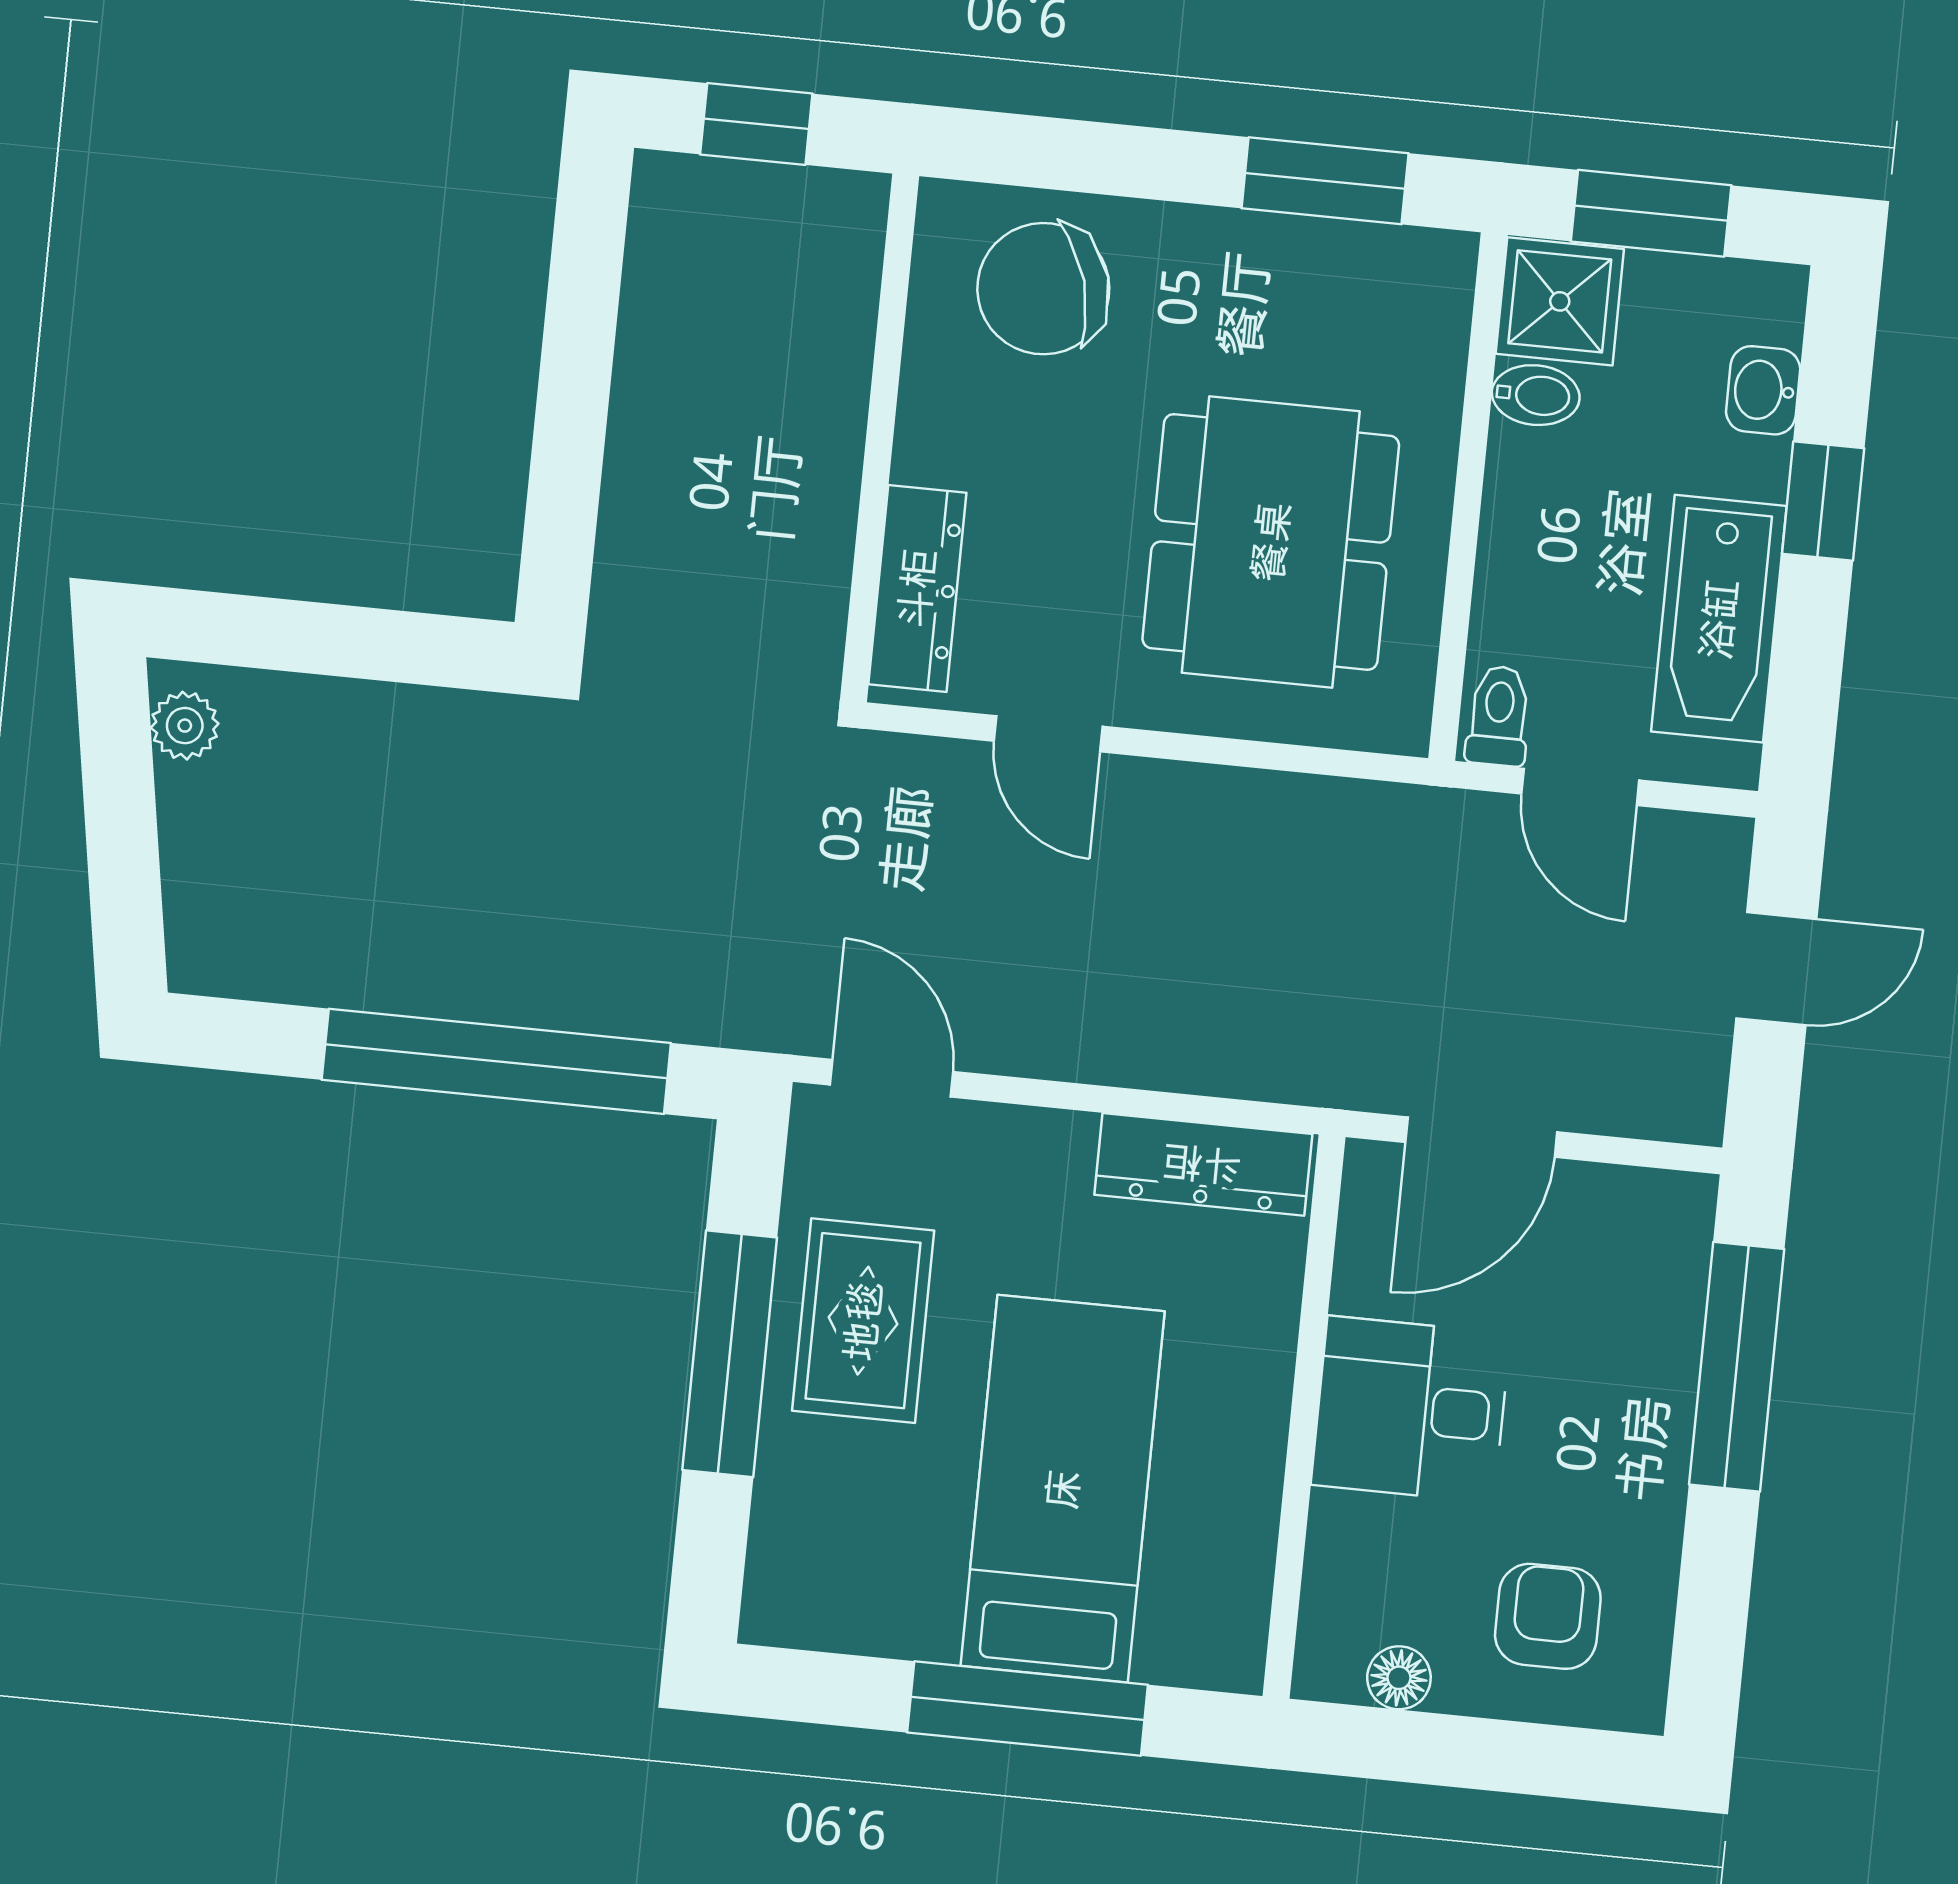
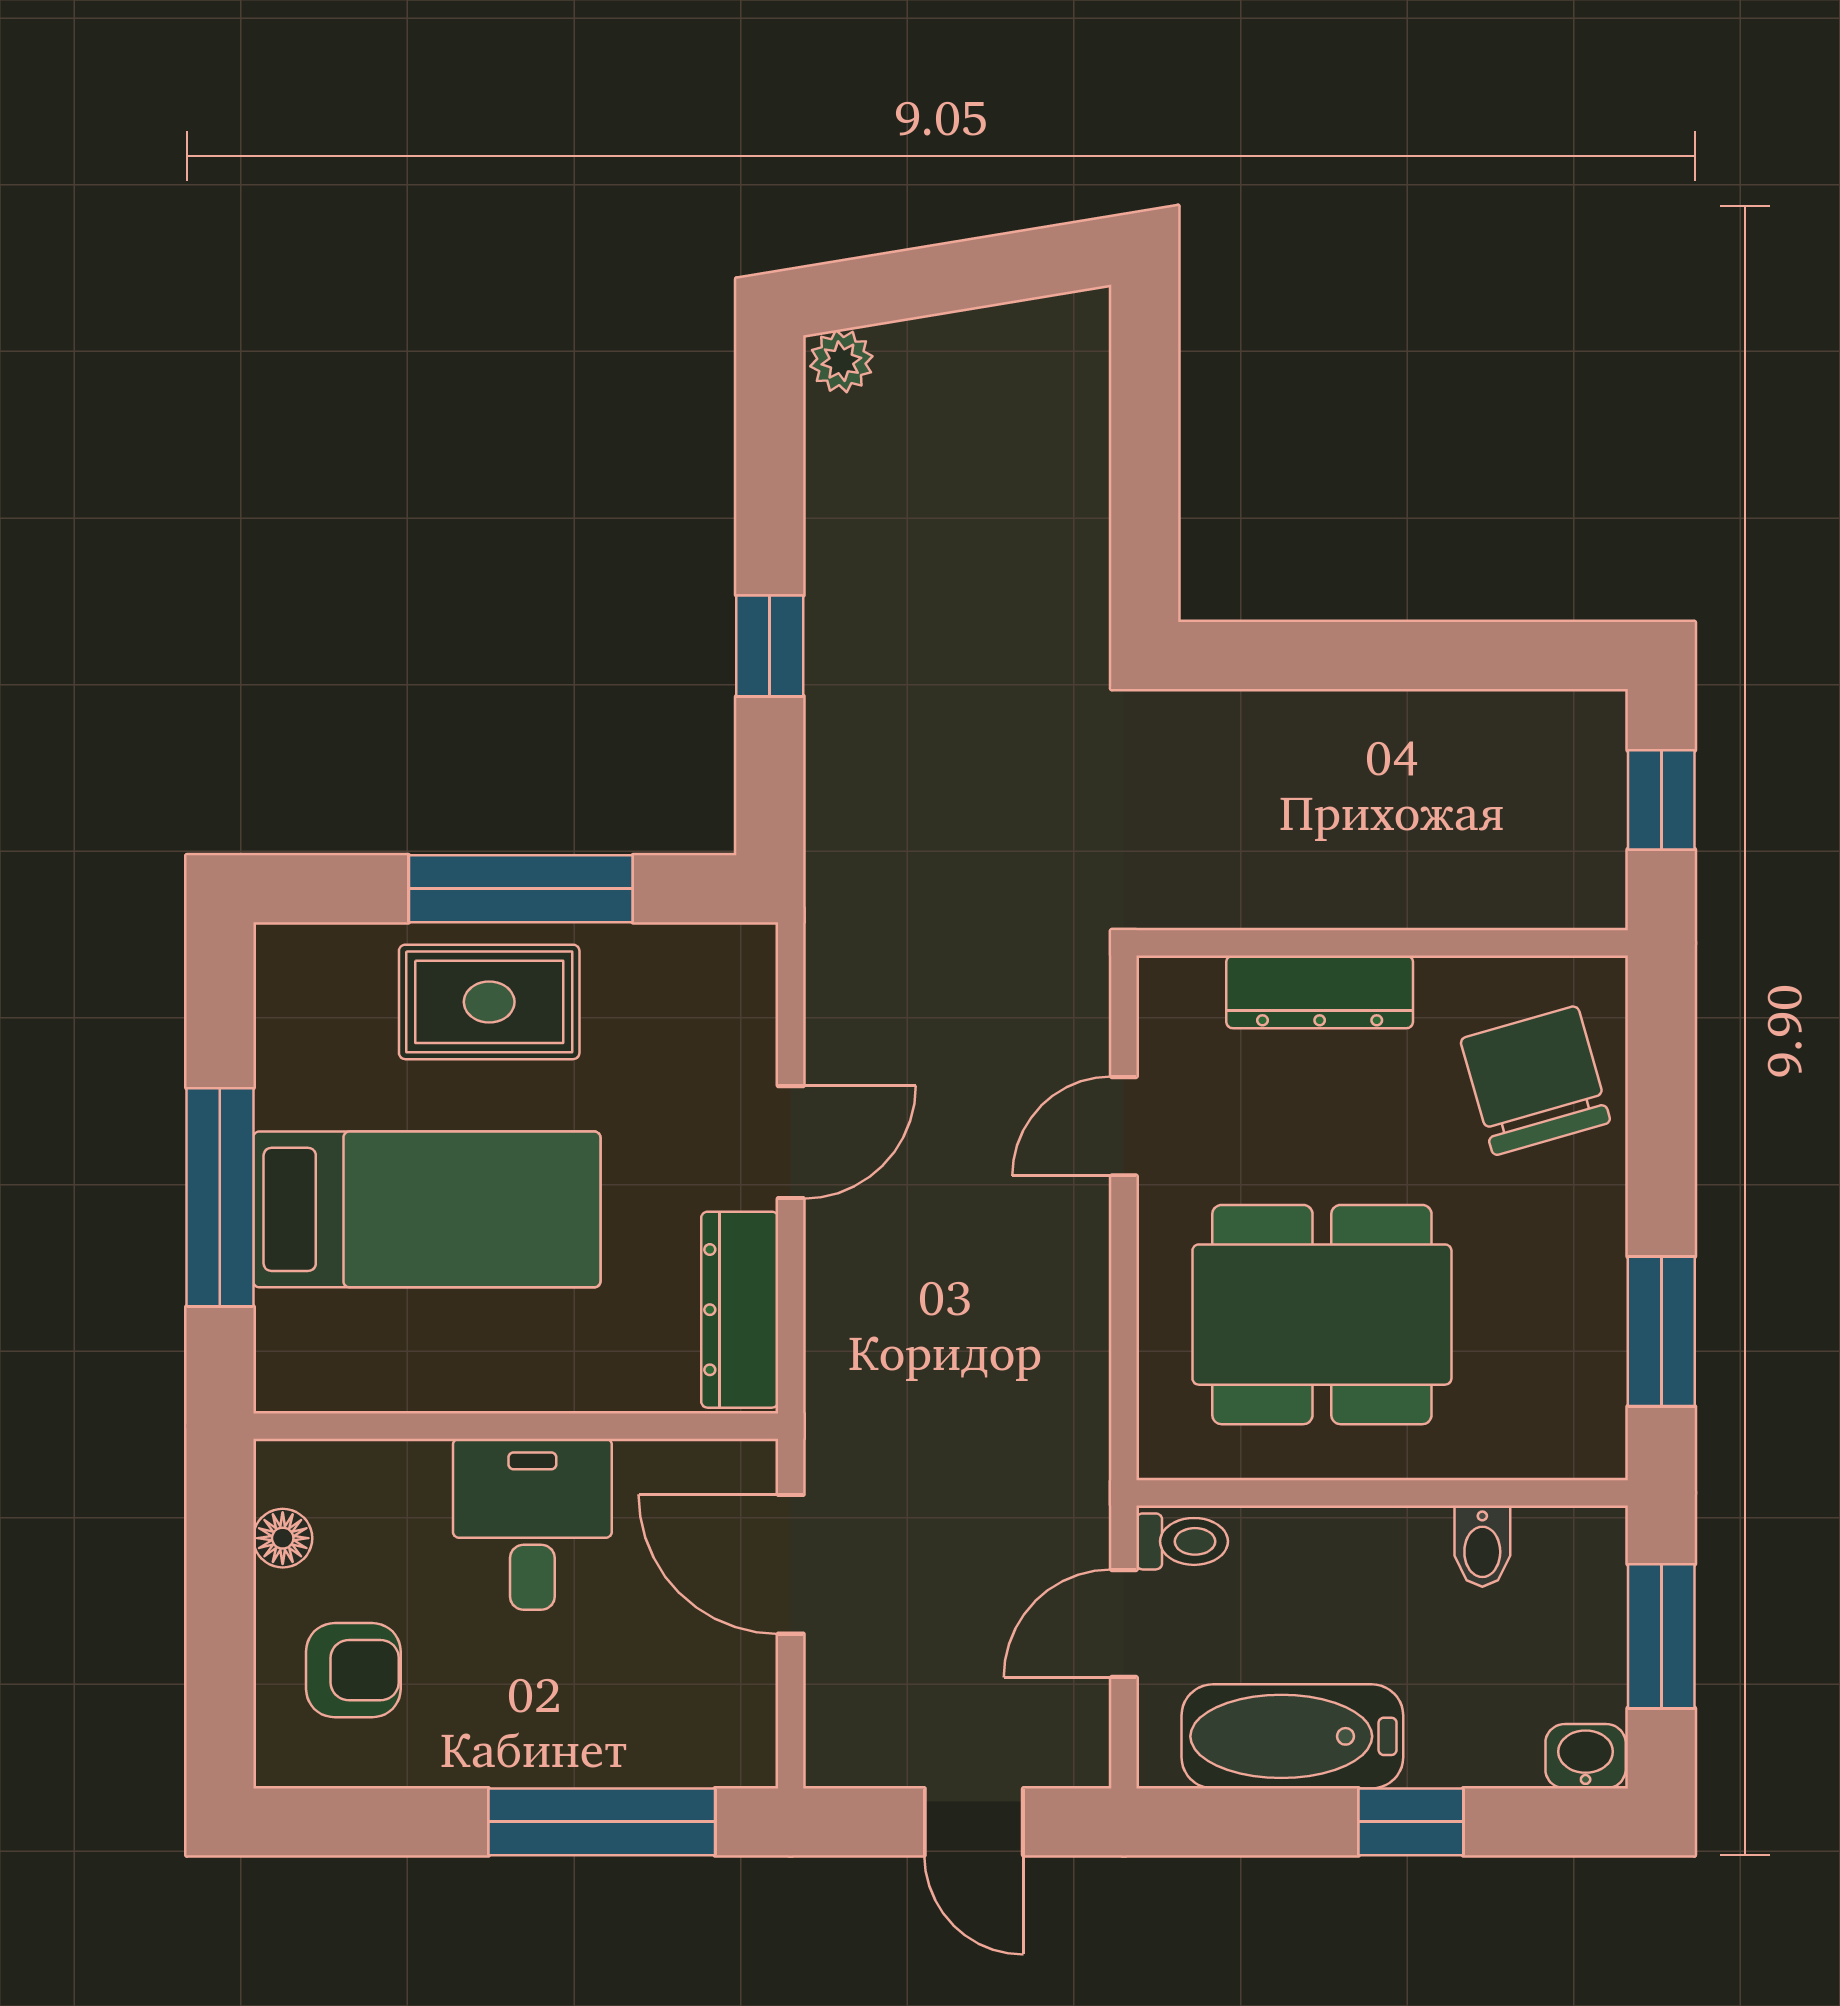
shower: (1560, 301) -> (1571, 1560), removed
washbasin: (1763, 390) -> (1586, 1756), moved
dresser: (917, 589) -> (1320, 992), moved
plant: (185, 726) -> (841, 361), moved
window: (496, 1061) -> (770, 646), width x0.32
door: (892, 1078) -> (791, 1142), moved
rug: (863, 1321) -> (489, 1002), moved

